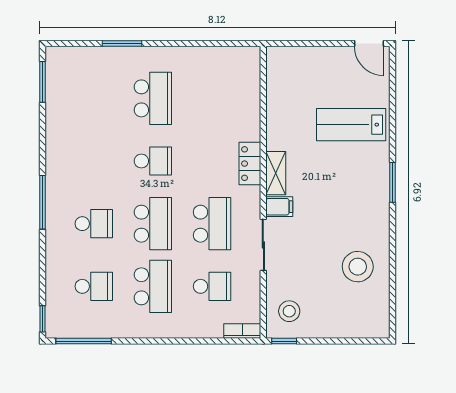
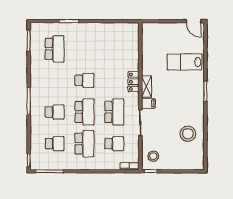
school desk: (153, 98) -> (55, 49), moved

